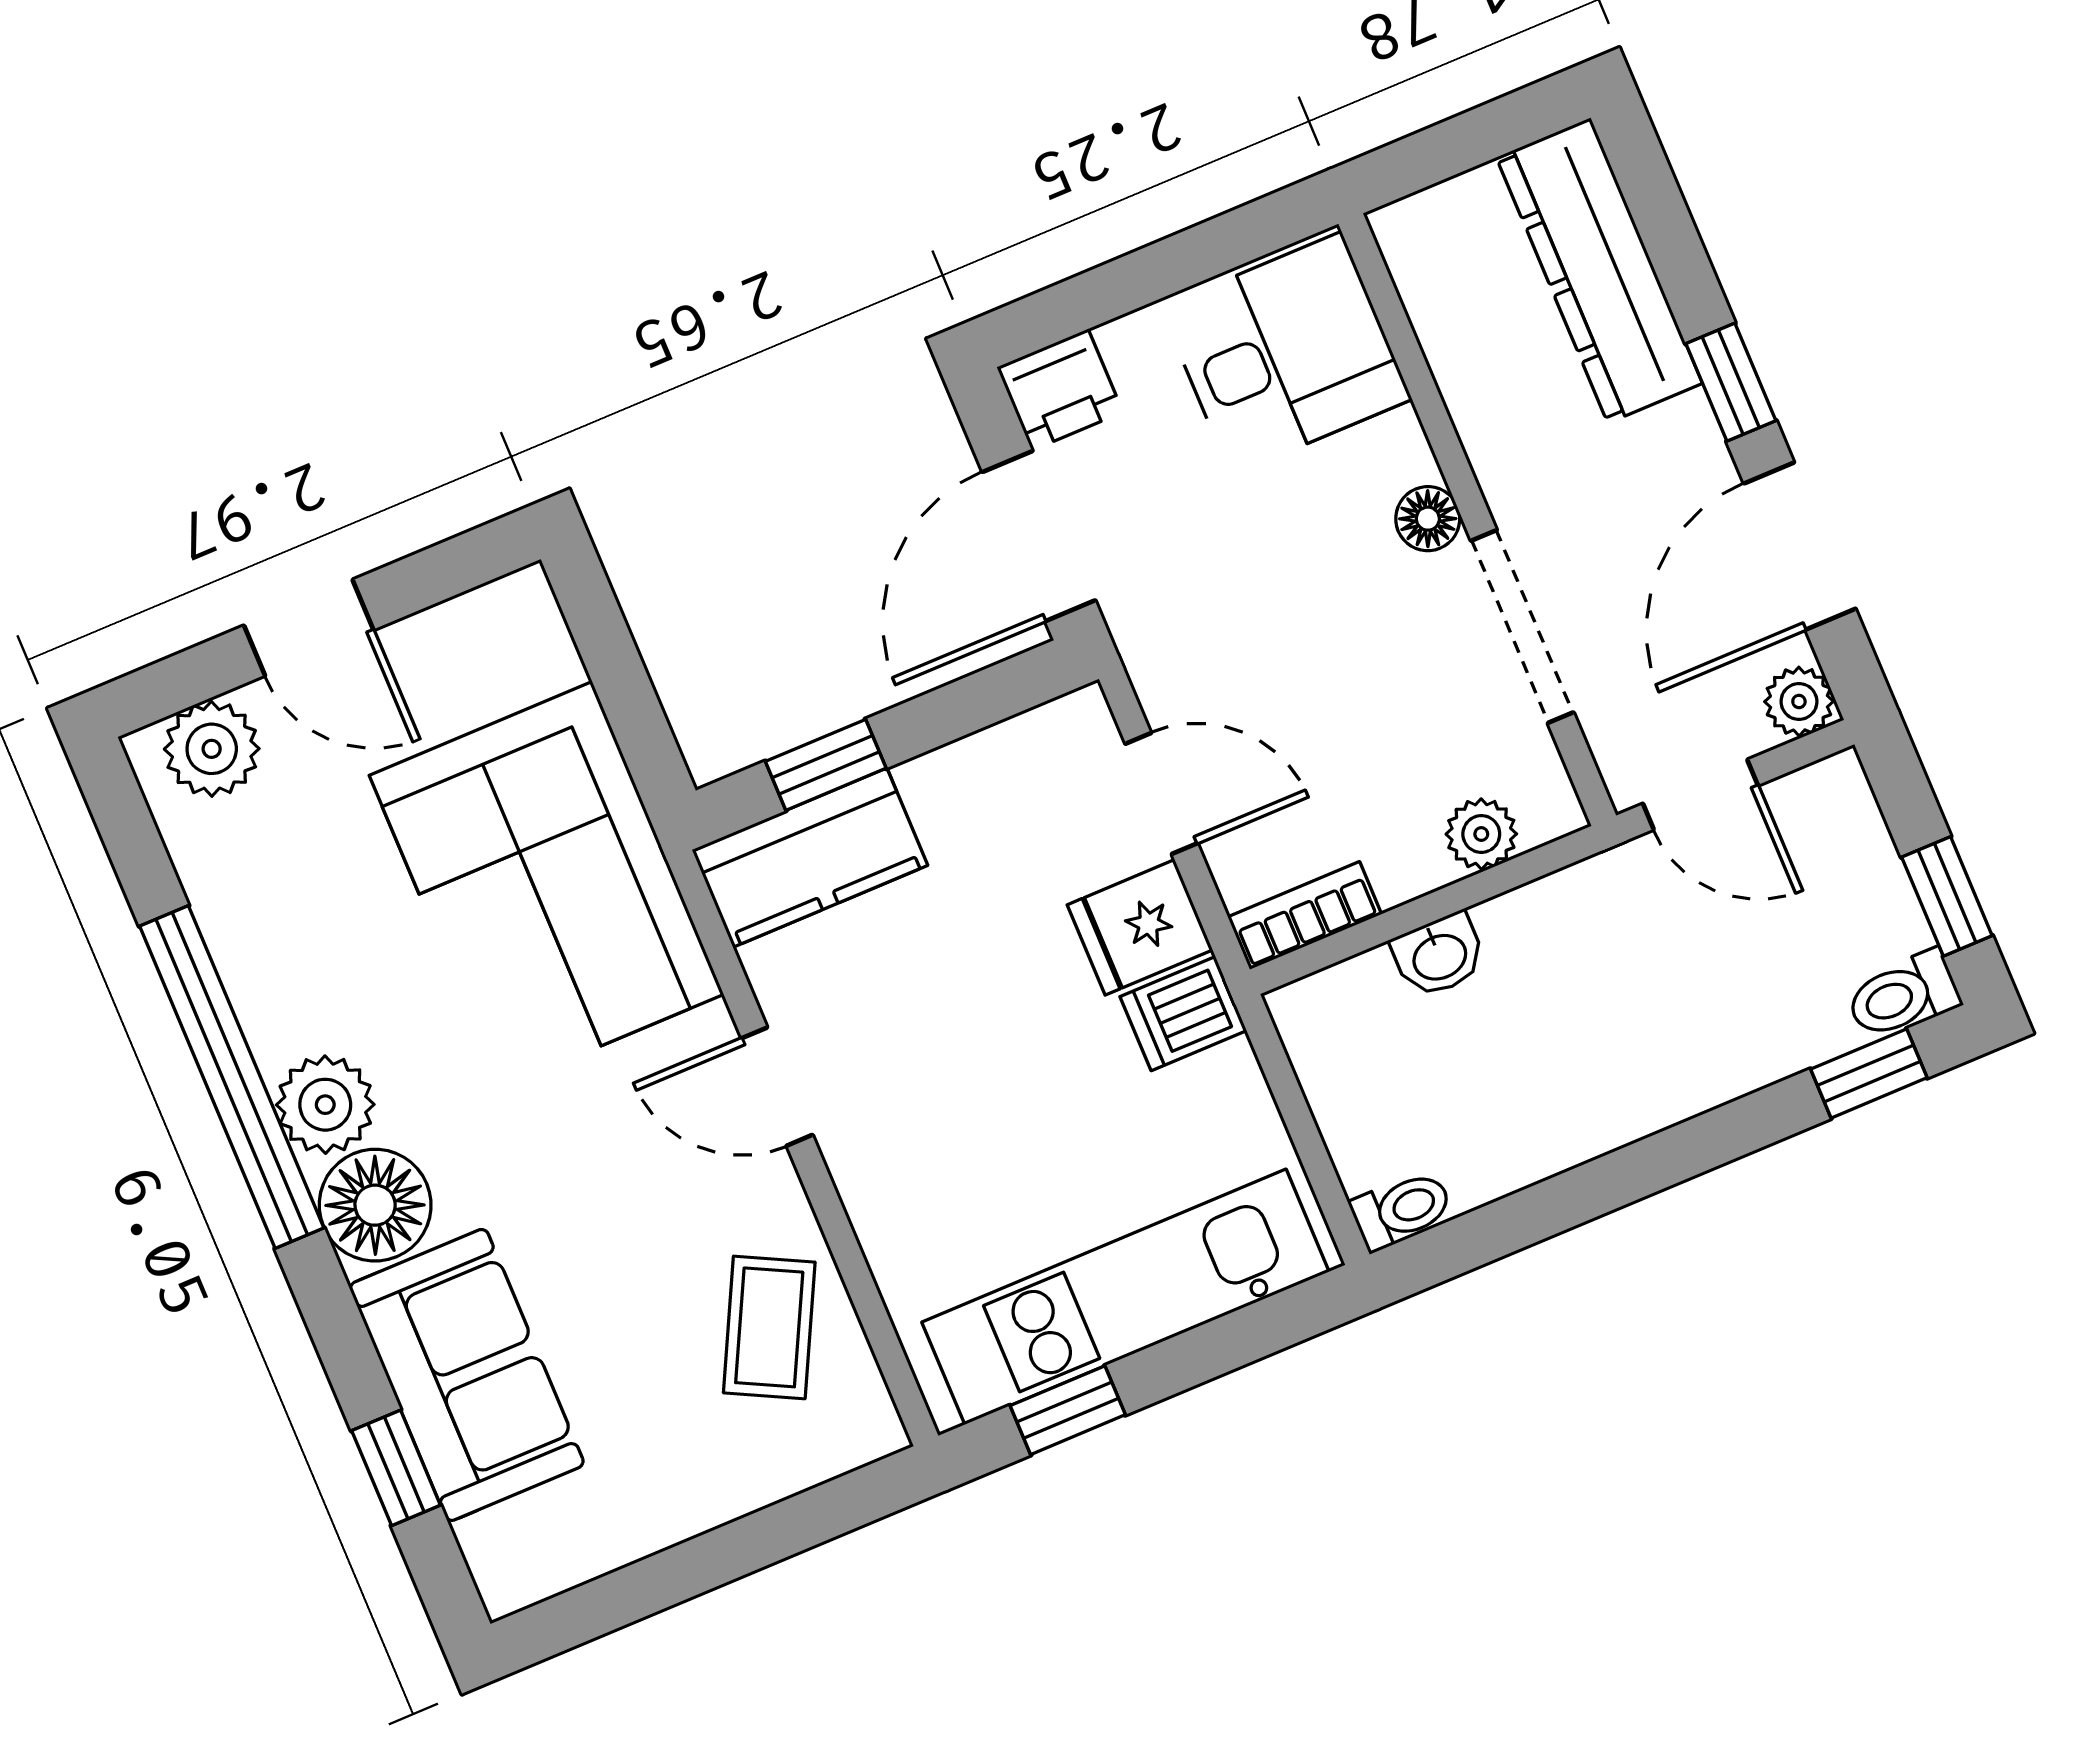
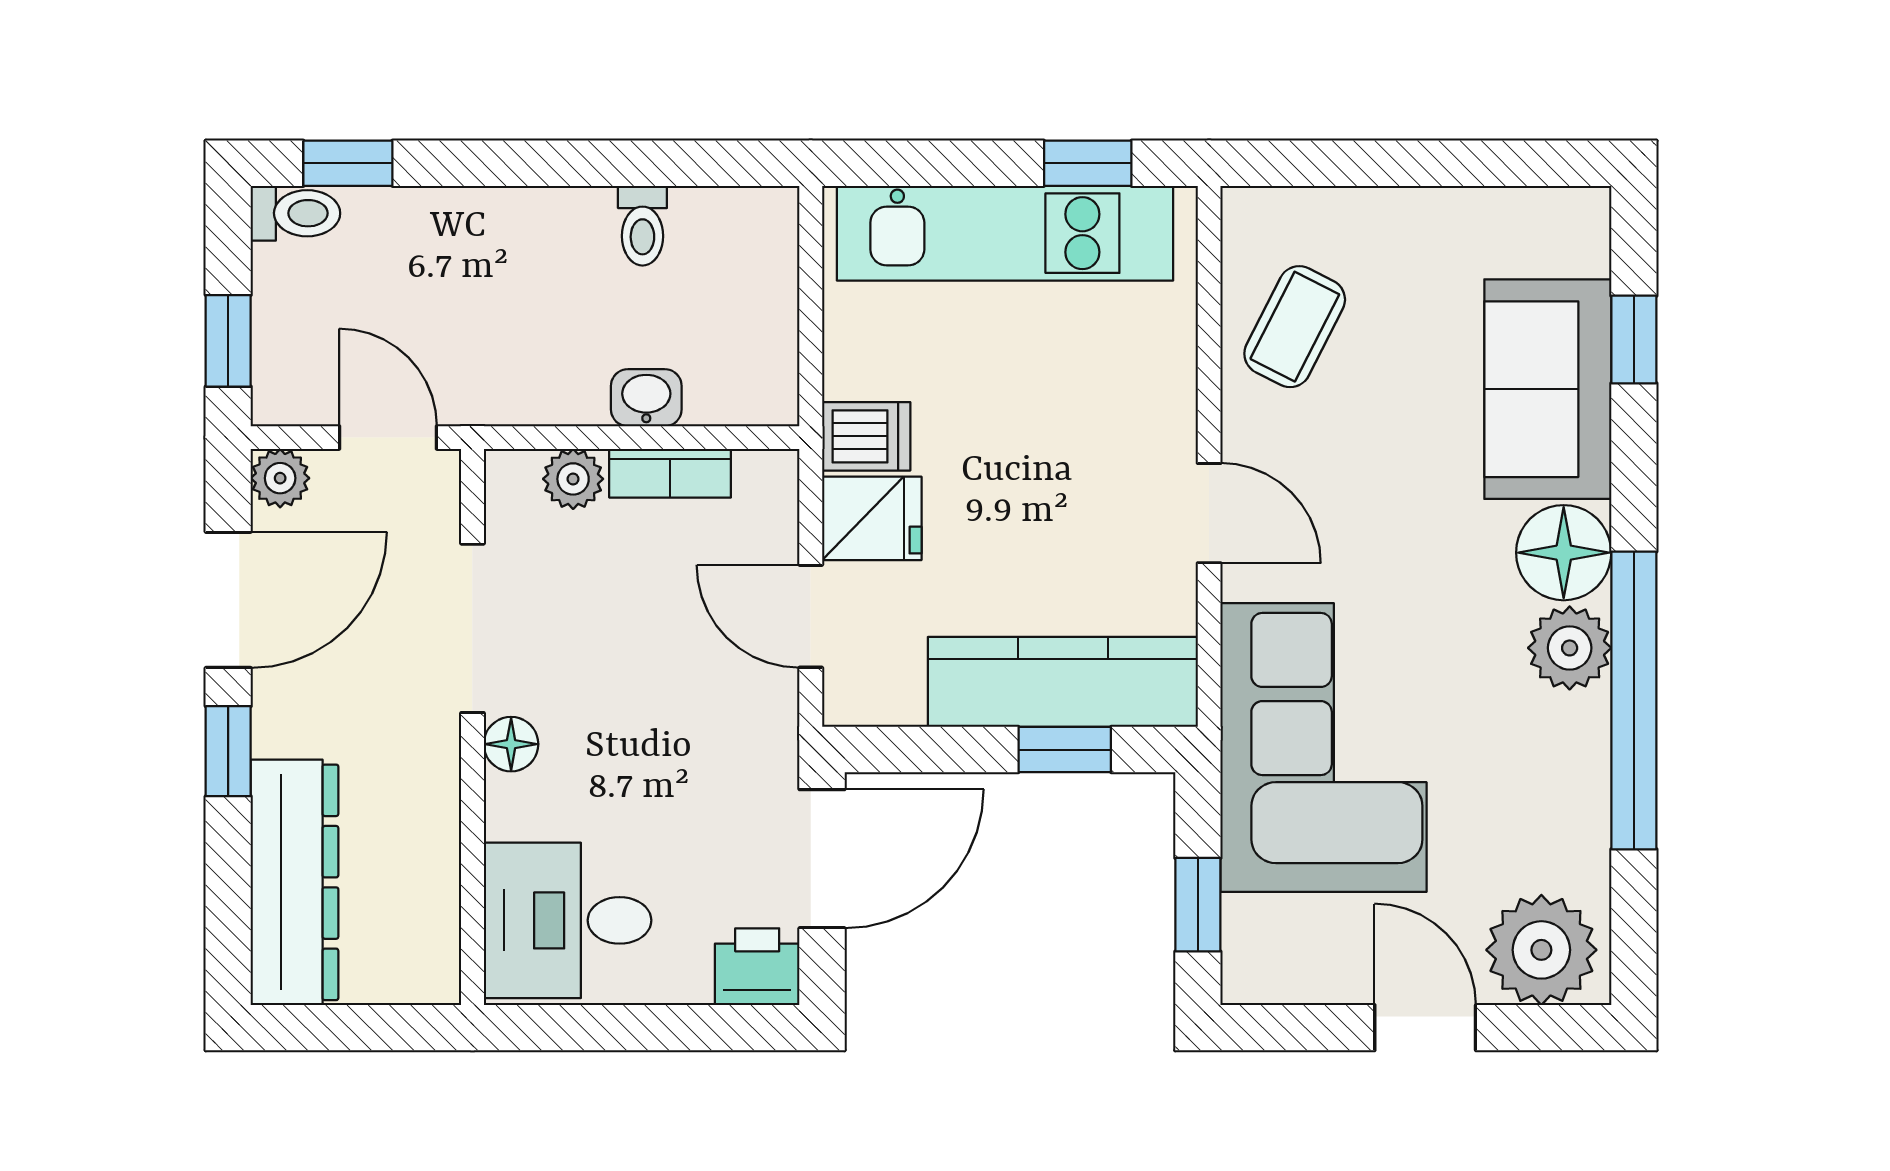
window: (611, 657) -> (1198, 905), added
plant: (212, 749) -> (1541, 950), width x1.36, depth x1.36
kitchen counter: (810, 858) -> (1063, 682), width x1.50
window: (1947, 896) -> (228, 341), moved
bookcase: (1305, 916) -> (670, 473), moved
toilet: (1402, 1210) -> (642, 226), moved, turned -90

